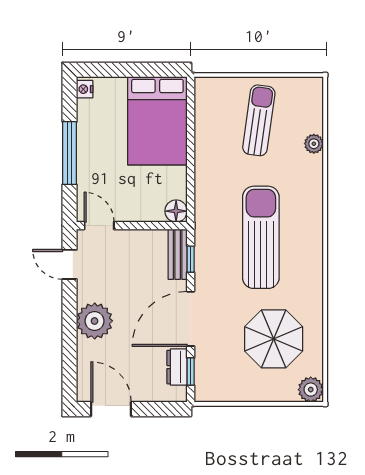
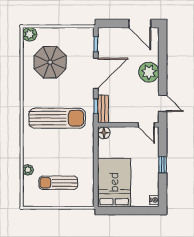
sun lounger: (259, 120) -> (58, 183), turned 82
window: (69, 153) -> (163, 165), width x0.46
sun lounger: (261, 237) -> (57, 118), turned -90
dresser: (177, 367) -> (103, 47), removed

